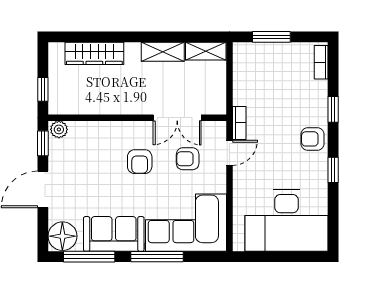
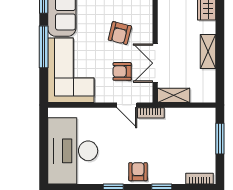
shelving: (206, 51) -> (174, 95), moved, turned 90
armchair: (188, 159) -> (122, 71), turned -90
armchair: (140, 162) -> (120, 33), turned -76

